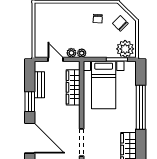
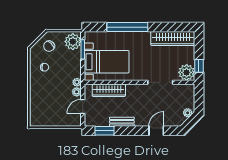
bench: (39, 85) -> (122, 122), moved
window: (30, 102) -> (104, 131), moved
door: (30, 138) -> (156, 131), width x0.53

